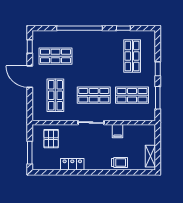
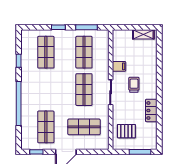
shop shelf: (132, 56) -> (46, 52), turned 90
trolley: (120, 162) -> (134, 85), moved

